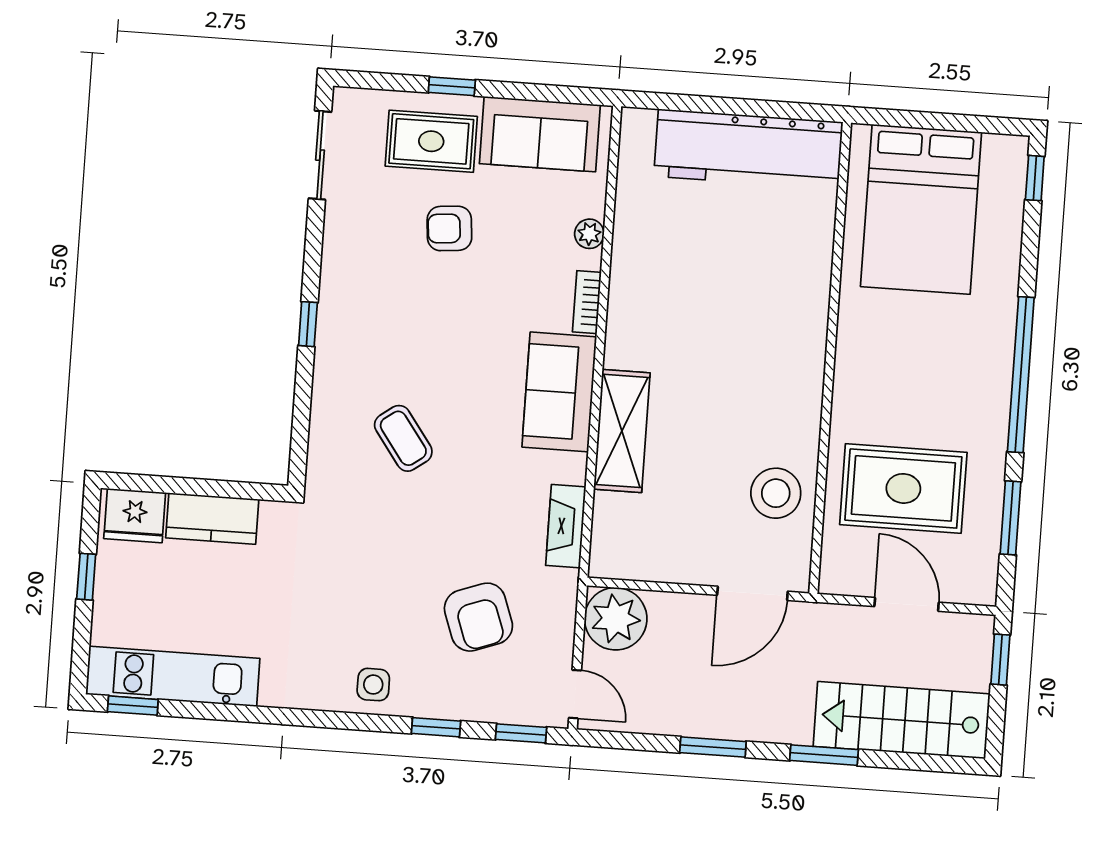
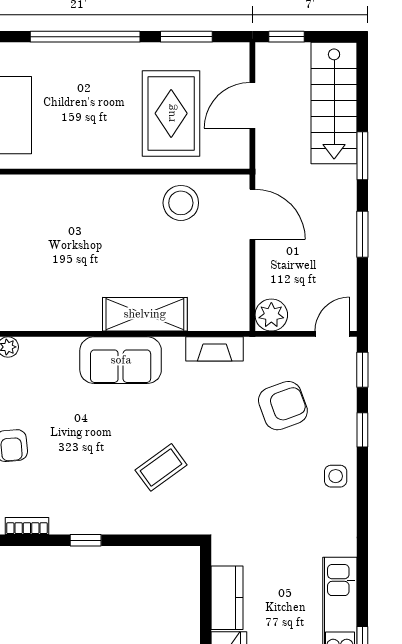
bookcase: (587, 302) -> (27, 526), moved, turned 180
plant: (616, 619) -> (271, 315), width x0.73, depth x0.73

